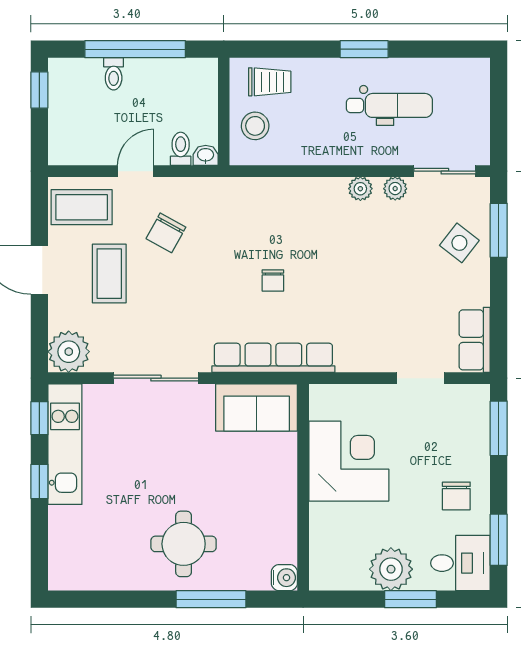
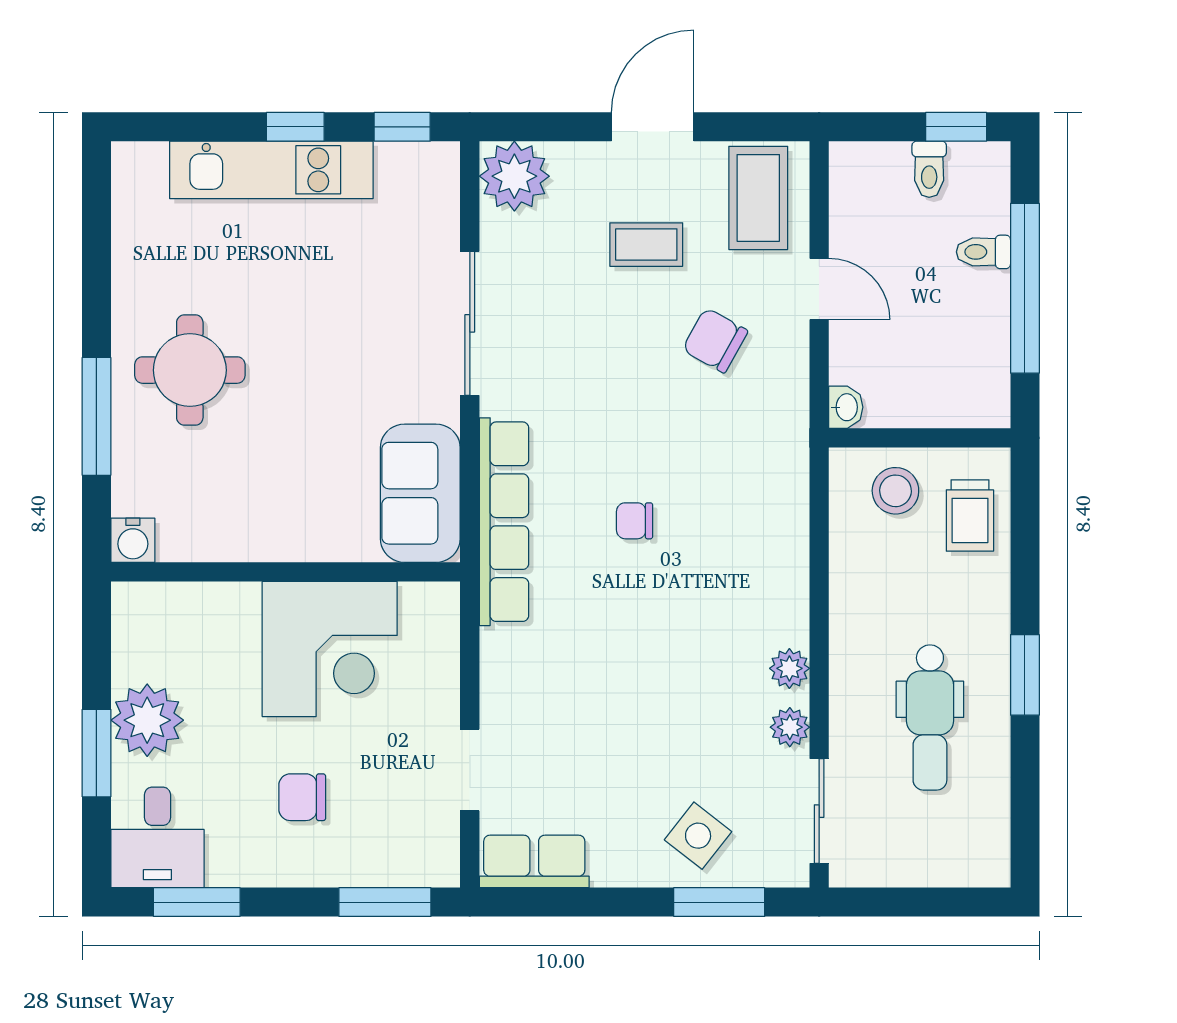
toilet: (181, 149) -> (929, 169), moved, turned 90
coffee table: (109, 274) -> (646, 245), width x0.73, depth x0.77
kitchen unit: (65, 444) -> (271, 170), moved
chair: (456, 496) -> (302, 797), moved

